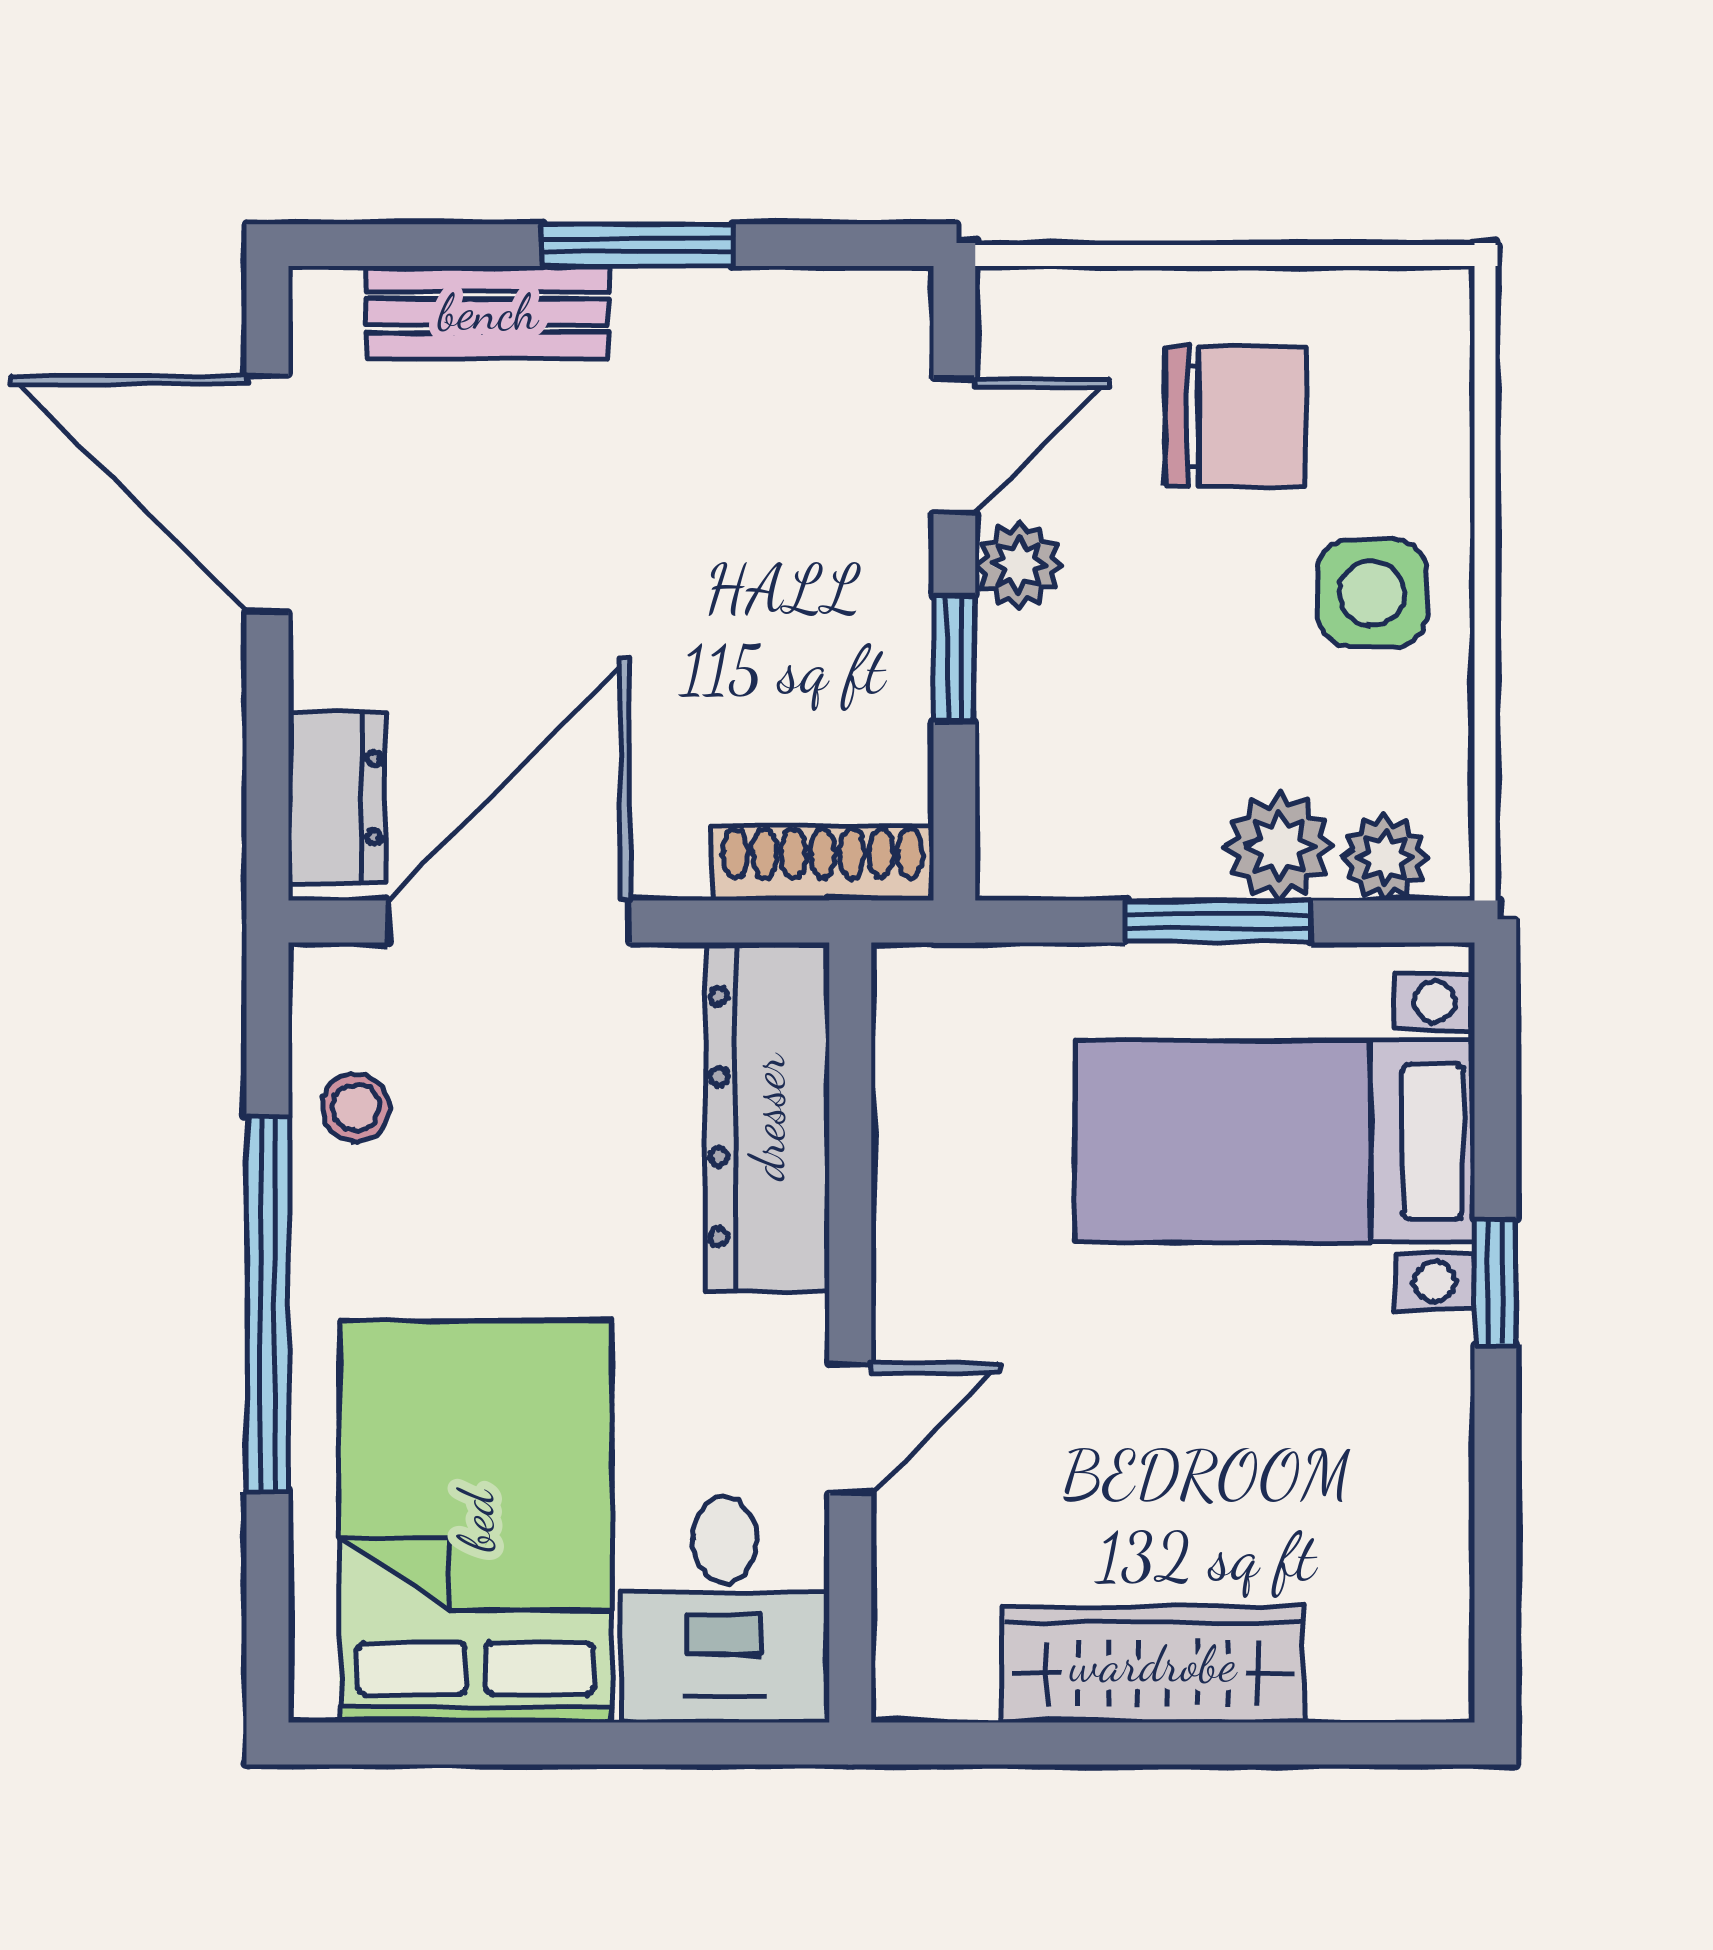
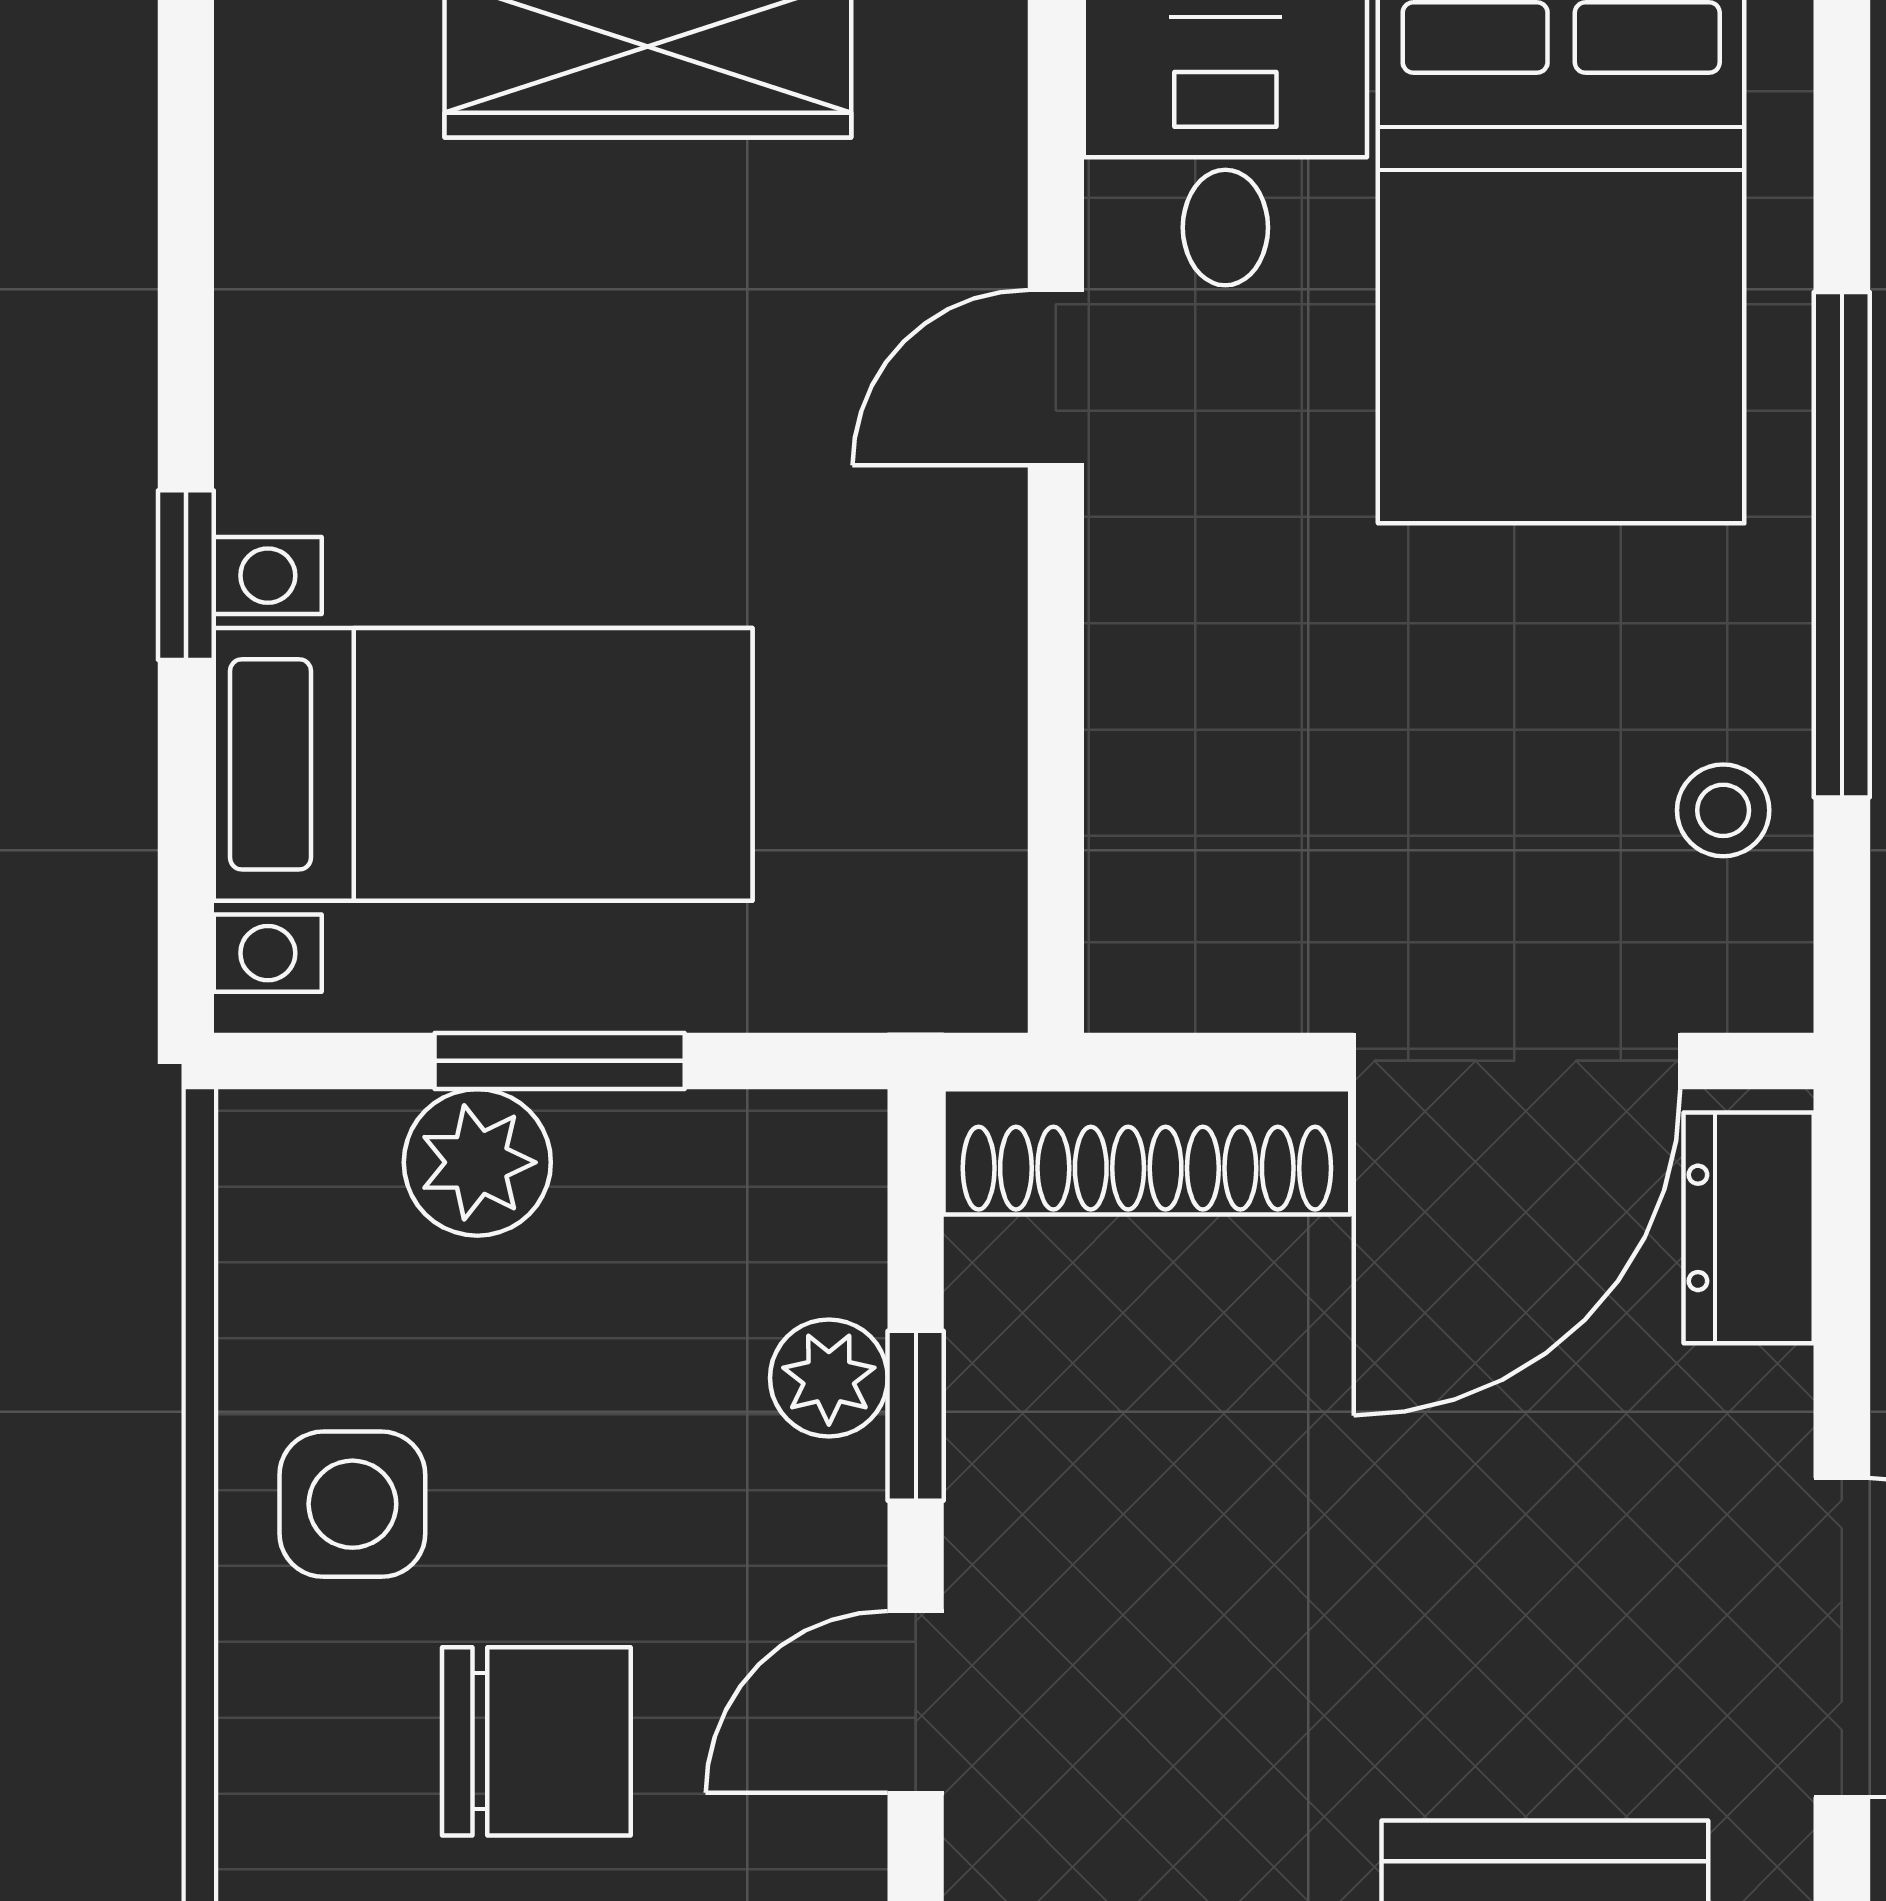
chair: (1235, 417) -> (536, 1741), turned 180
plant: (1019, 565) -> (829, 1378), moved
plant: (1385, 858) -> (335, 1147), removed
shoe rack: (823, 863) -> (1147, 1152), width x1.36, depth x1.24
dresser: (767, 1117) -> (1168, 798), removed

